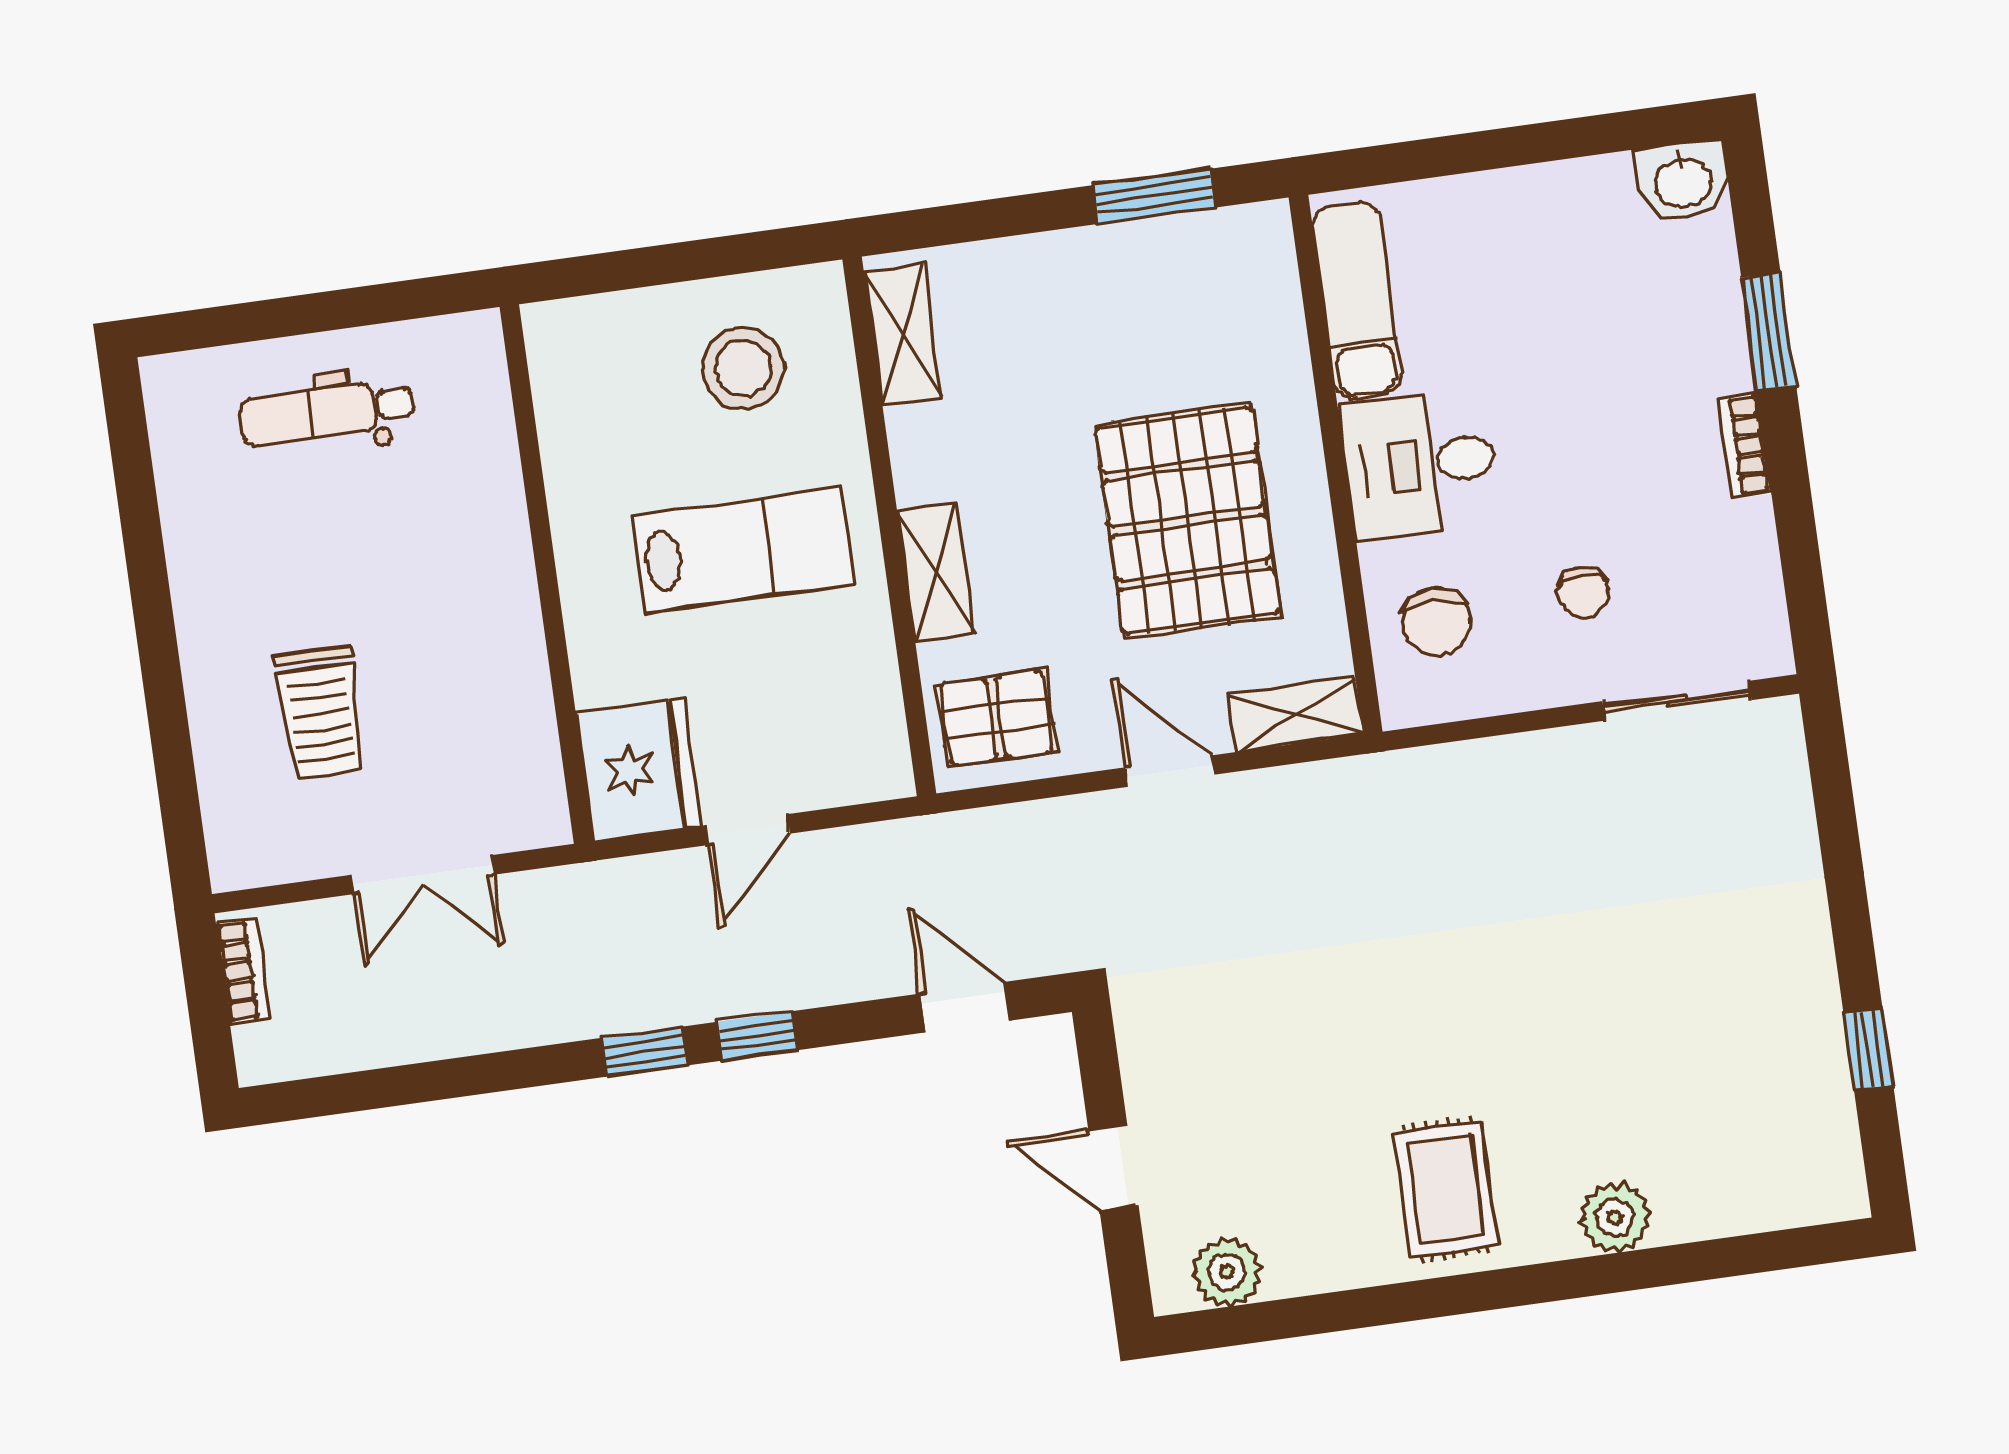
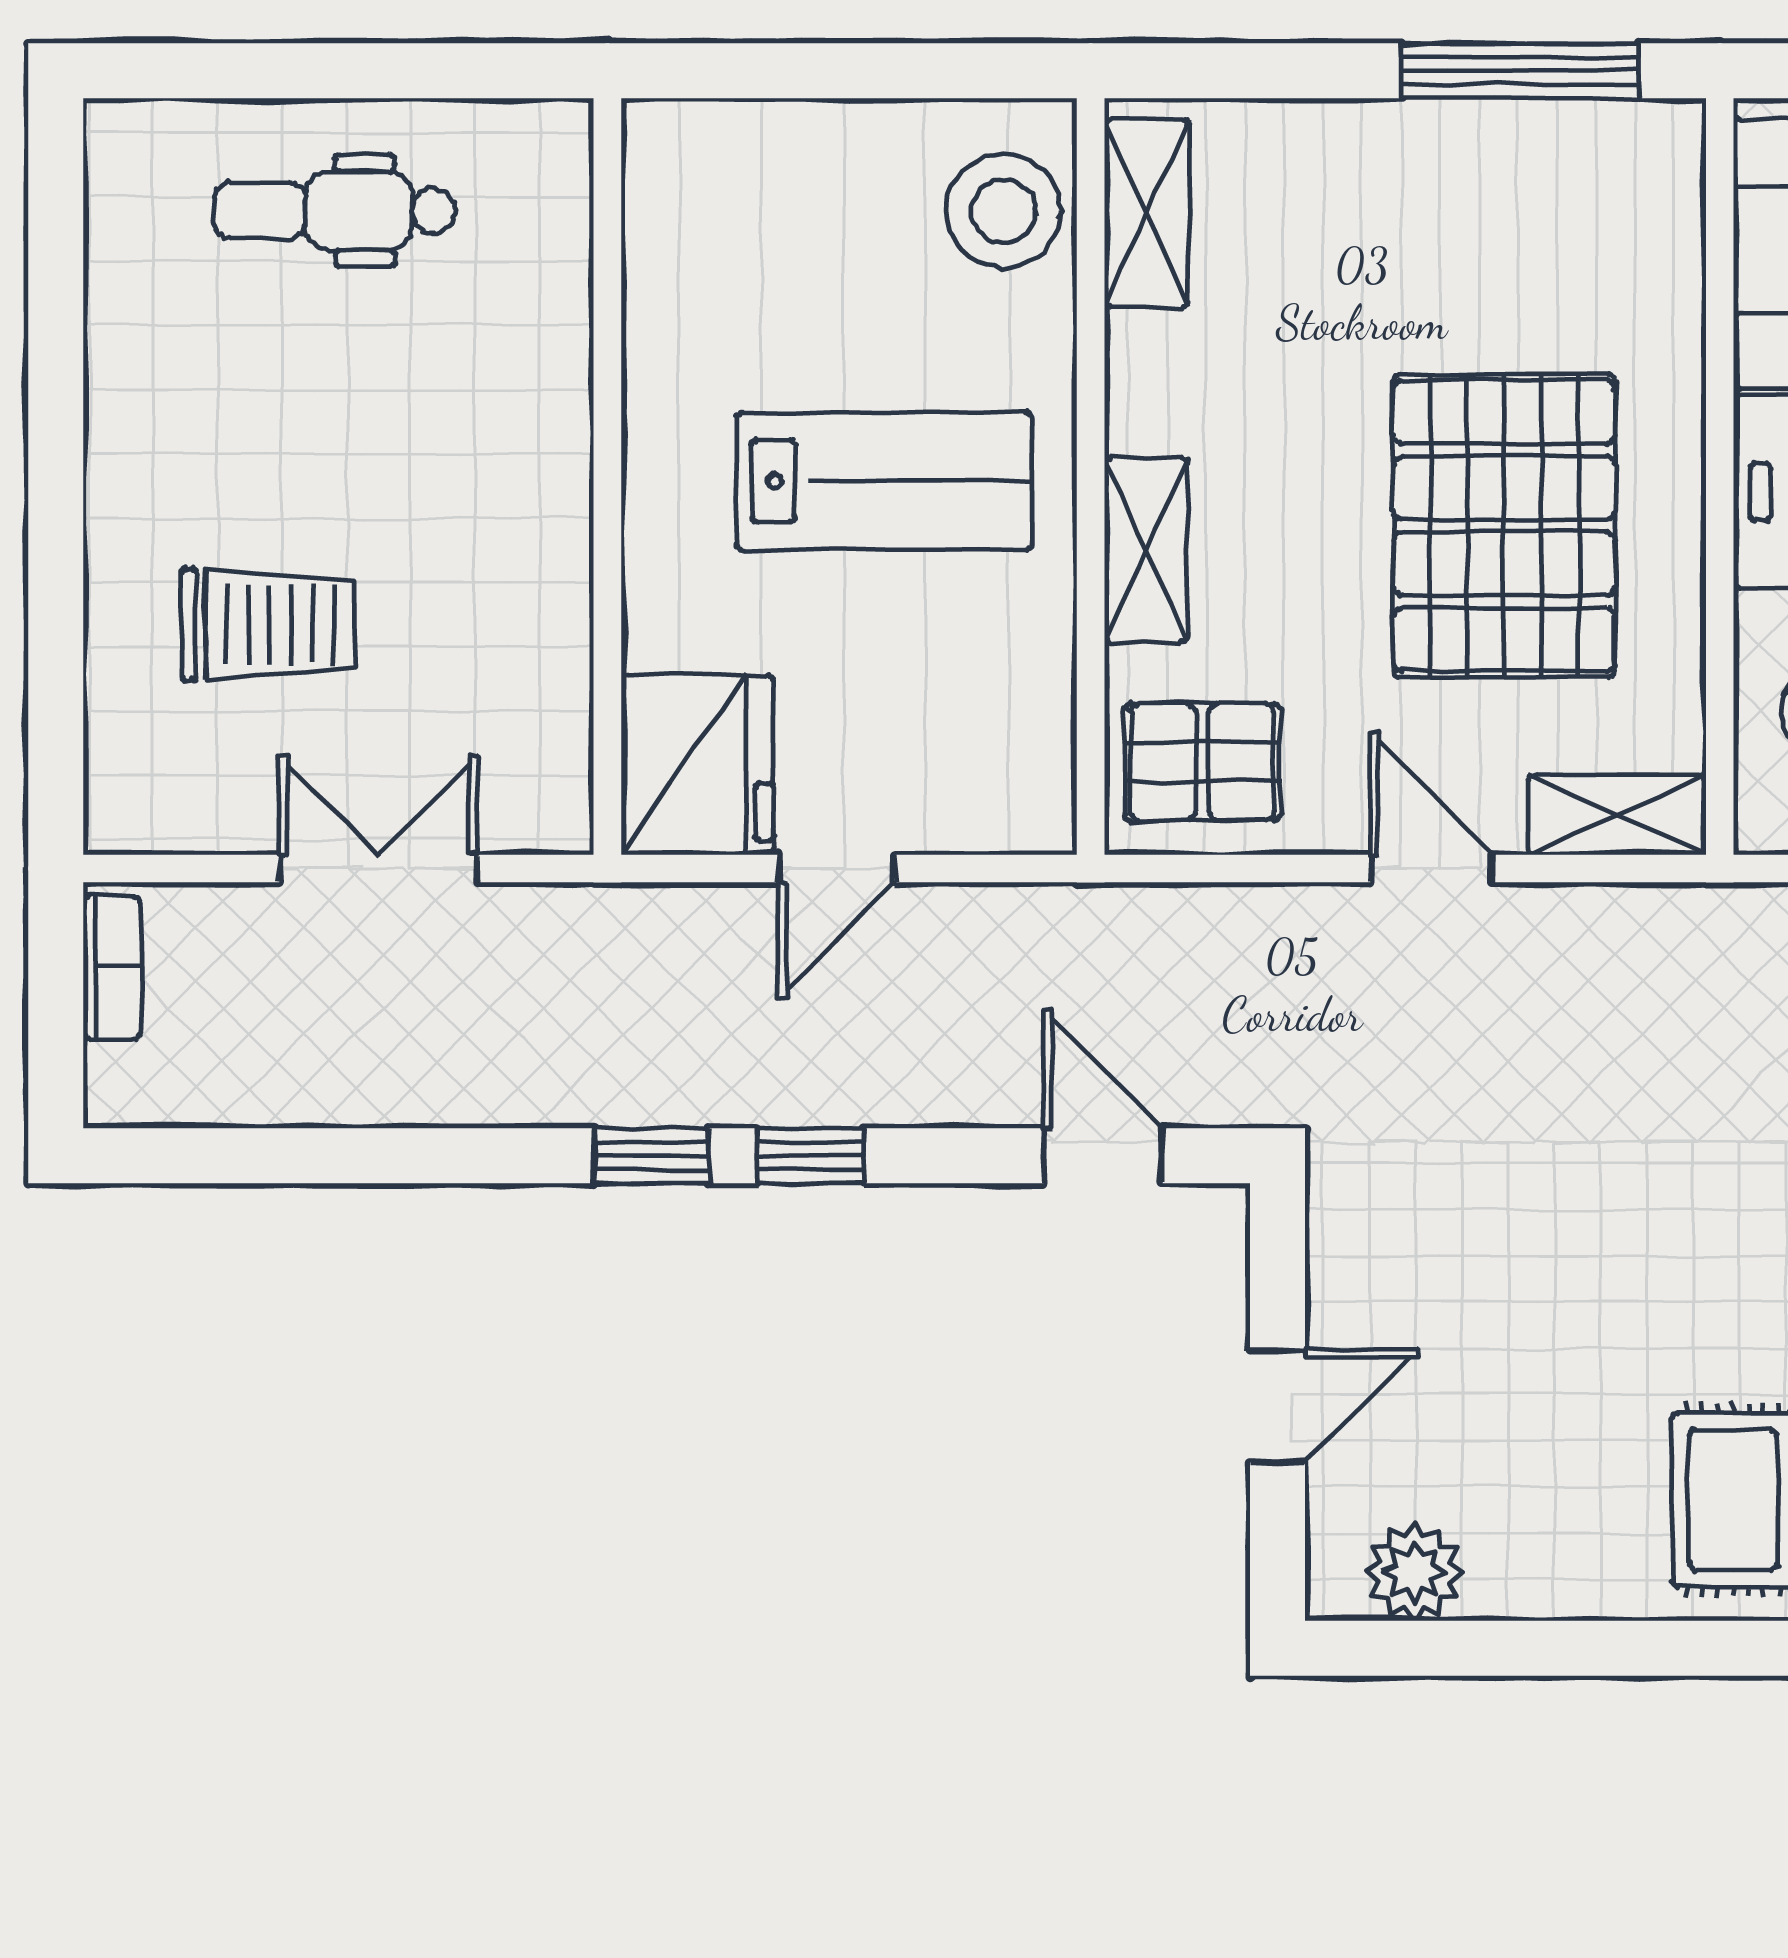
window: (1154, 196) -> (1520, 71), width x1.44
stool: (743, 368) -> (1003, 211), moved
trolley: (321, 712) -> (268, 625), turned -90
double door: (423, 875) -> (379, 869), swing flipped
door: (1113, 1167) -> (1278, 1406), swing flipped

